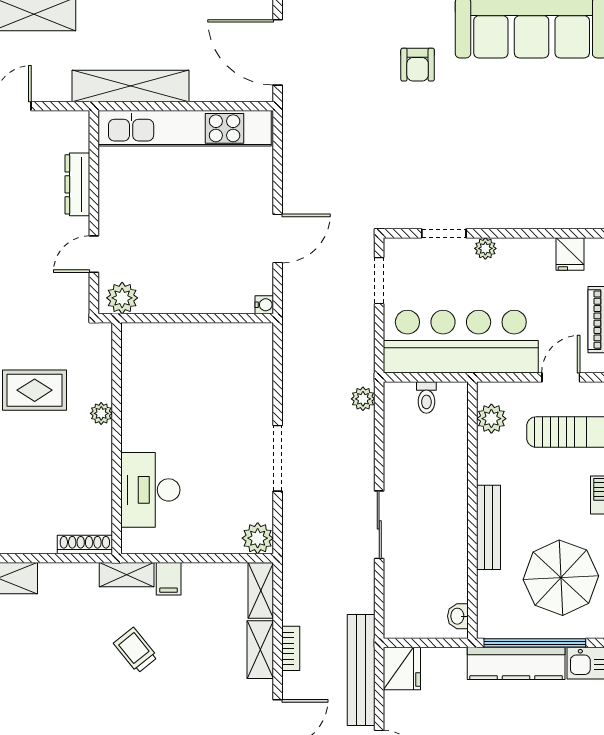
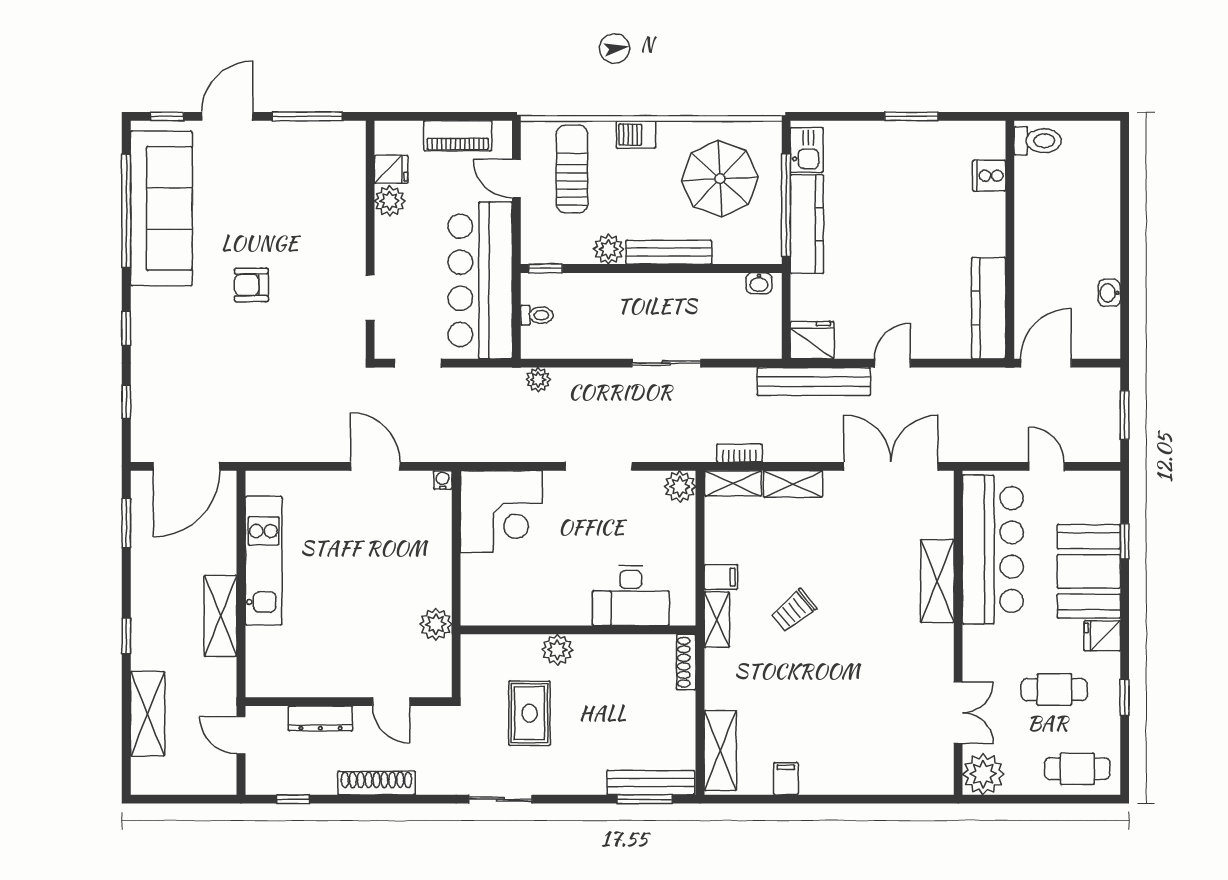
armchair: (418, 65) -> (251, 285), moved, turned 180
shelving: (131, 86) -> (221, 616), width x0.68
kitchen unit: (185, 128) -> (263, 561), width x0.73
dresser: (77, 184) -> (320, 718), moved
wall: (94, 212) -> (349, 702), moved
plant: (485, 248) -> (390, 201), moved, width x1.38, depth x1.38
door: (94, 254) -> (391, 702), moved
corner desk: (233, 363) -> (501, 512), added
window: (472, 406) -> (545, 268), added
plant: (101, 413) -> (557, 650), width x1.38, depth x1.38
plant: (491, 419) -> (609, 249), moved
bookcase: (291, 648) -> (739, 453), moved

